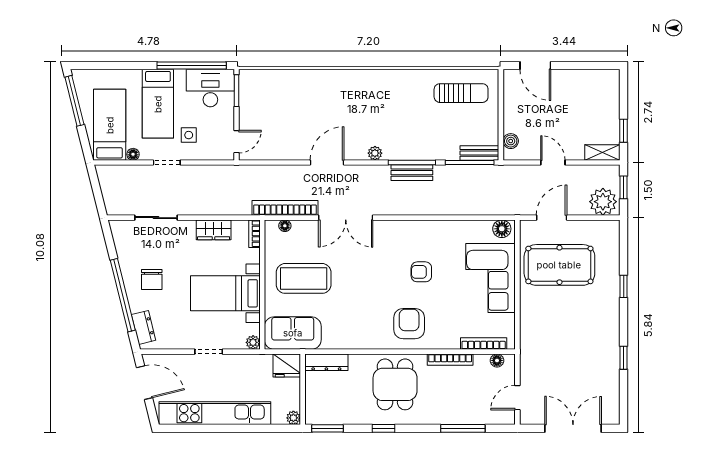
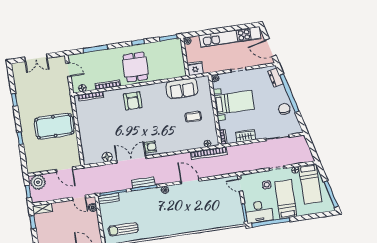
door: (237, 142) -> (240, 185), hinge flipped
door: (327, 163) -> (190, 181), swing flipped
door: (553, 163) -> (79, 198), moved
double door: (346, 218) -> (131, 159), moved
door: (552, 218) -> (64, 169), hinge flipped
floor lamp: (502, 229) -> (107, 157), moved
pool table: (559, 265) -> (54, 126), moved
armchair: (421, 272) -> (150, 147), moved
coffee table: (304, 278) -> (193, 117), width x0.54, depth x0.58
corner sofa: (490, 278) -> (93, 132), removed
chair: (152, 279) -> (284, 109), moved
sofa: (293, 333) -> (182, 88), moved
dresser: (326, 362) -> (174, 73), removed
door: (517, 398) -> (68, 70), hinge flipped
double door: (573, 428) -> (36, 58), width x0.73

